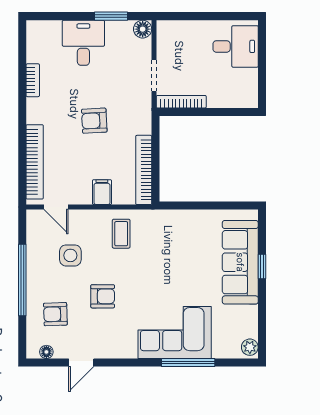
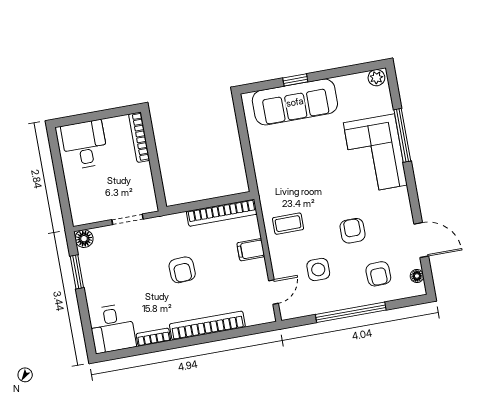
desk: (83, 43) -> (112, 328), moved, turned -90
bookcase: (181, 102) -> (139, 137), moved
bookcase: (35, 162) -> (207, 326), moved
door: (81, 363) -> (421, 240), width x1.38

